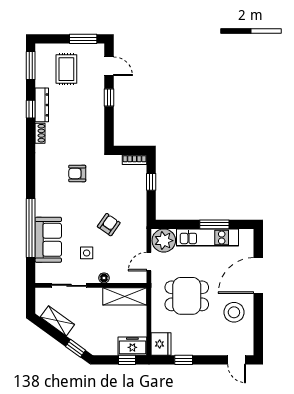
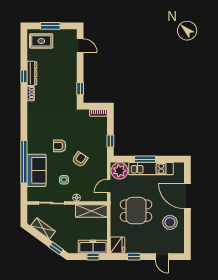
window: (83, 39) -> (50, 26), moved
window: (31, 66) -> (24, 45), removed
rug: (66, 69) -> (41, 41), moved, turned 90
window: (109, 97) -> (80, 89), moved
armchair: (77, 173) -> (60, 146), moved
window: (151, 182) -> (110, 141), moved
window: (214, 224) -> (145, 159), moved
door: (258, 276) -> (187, 196), hinge flipped
freezer: (132, 346) -> (93, 247), width x1.40
door: (237, 360) -> (162, 257), moved

